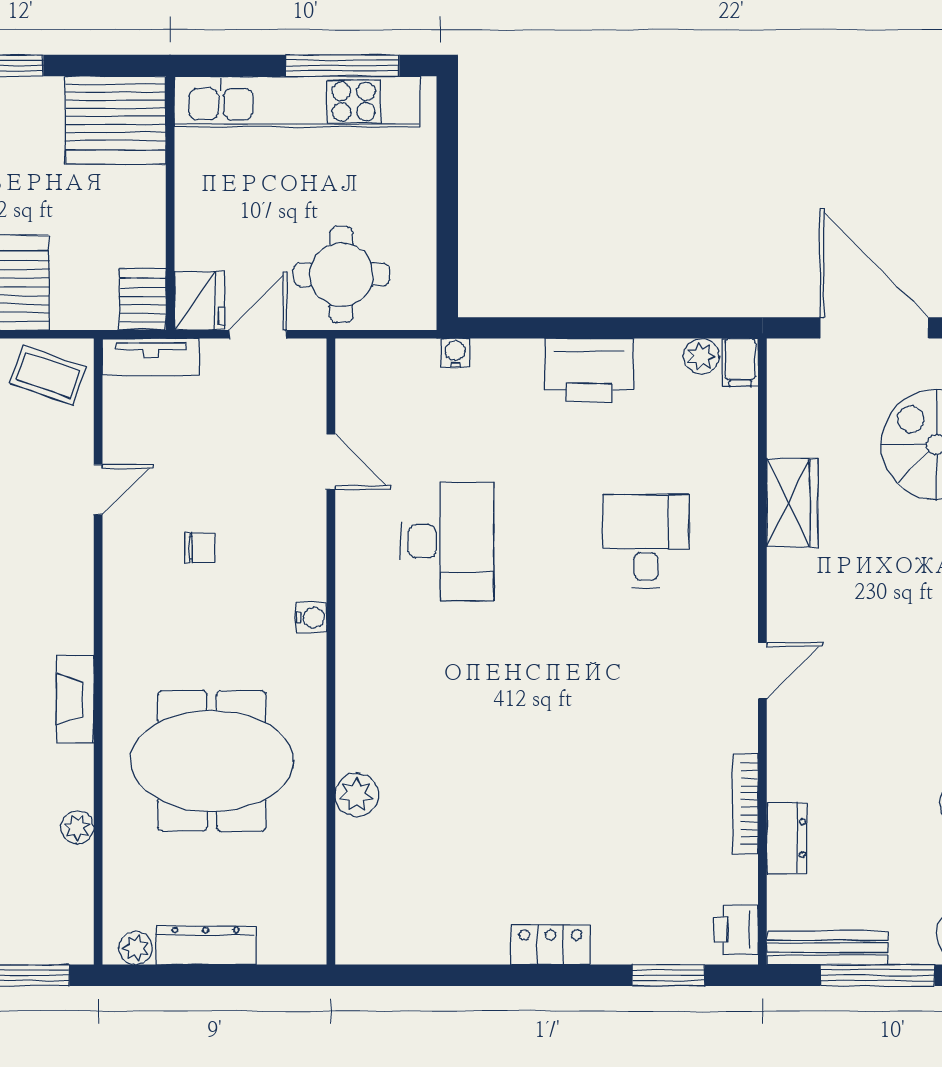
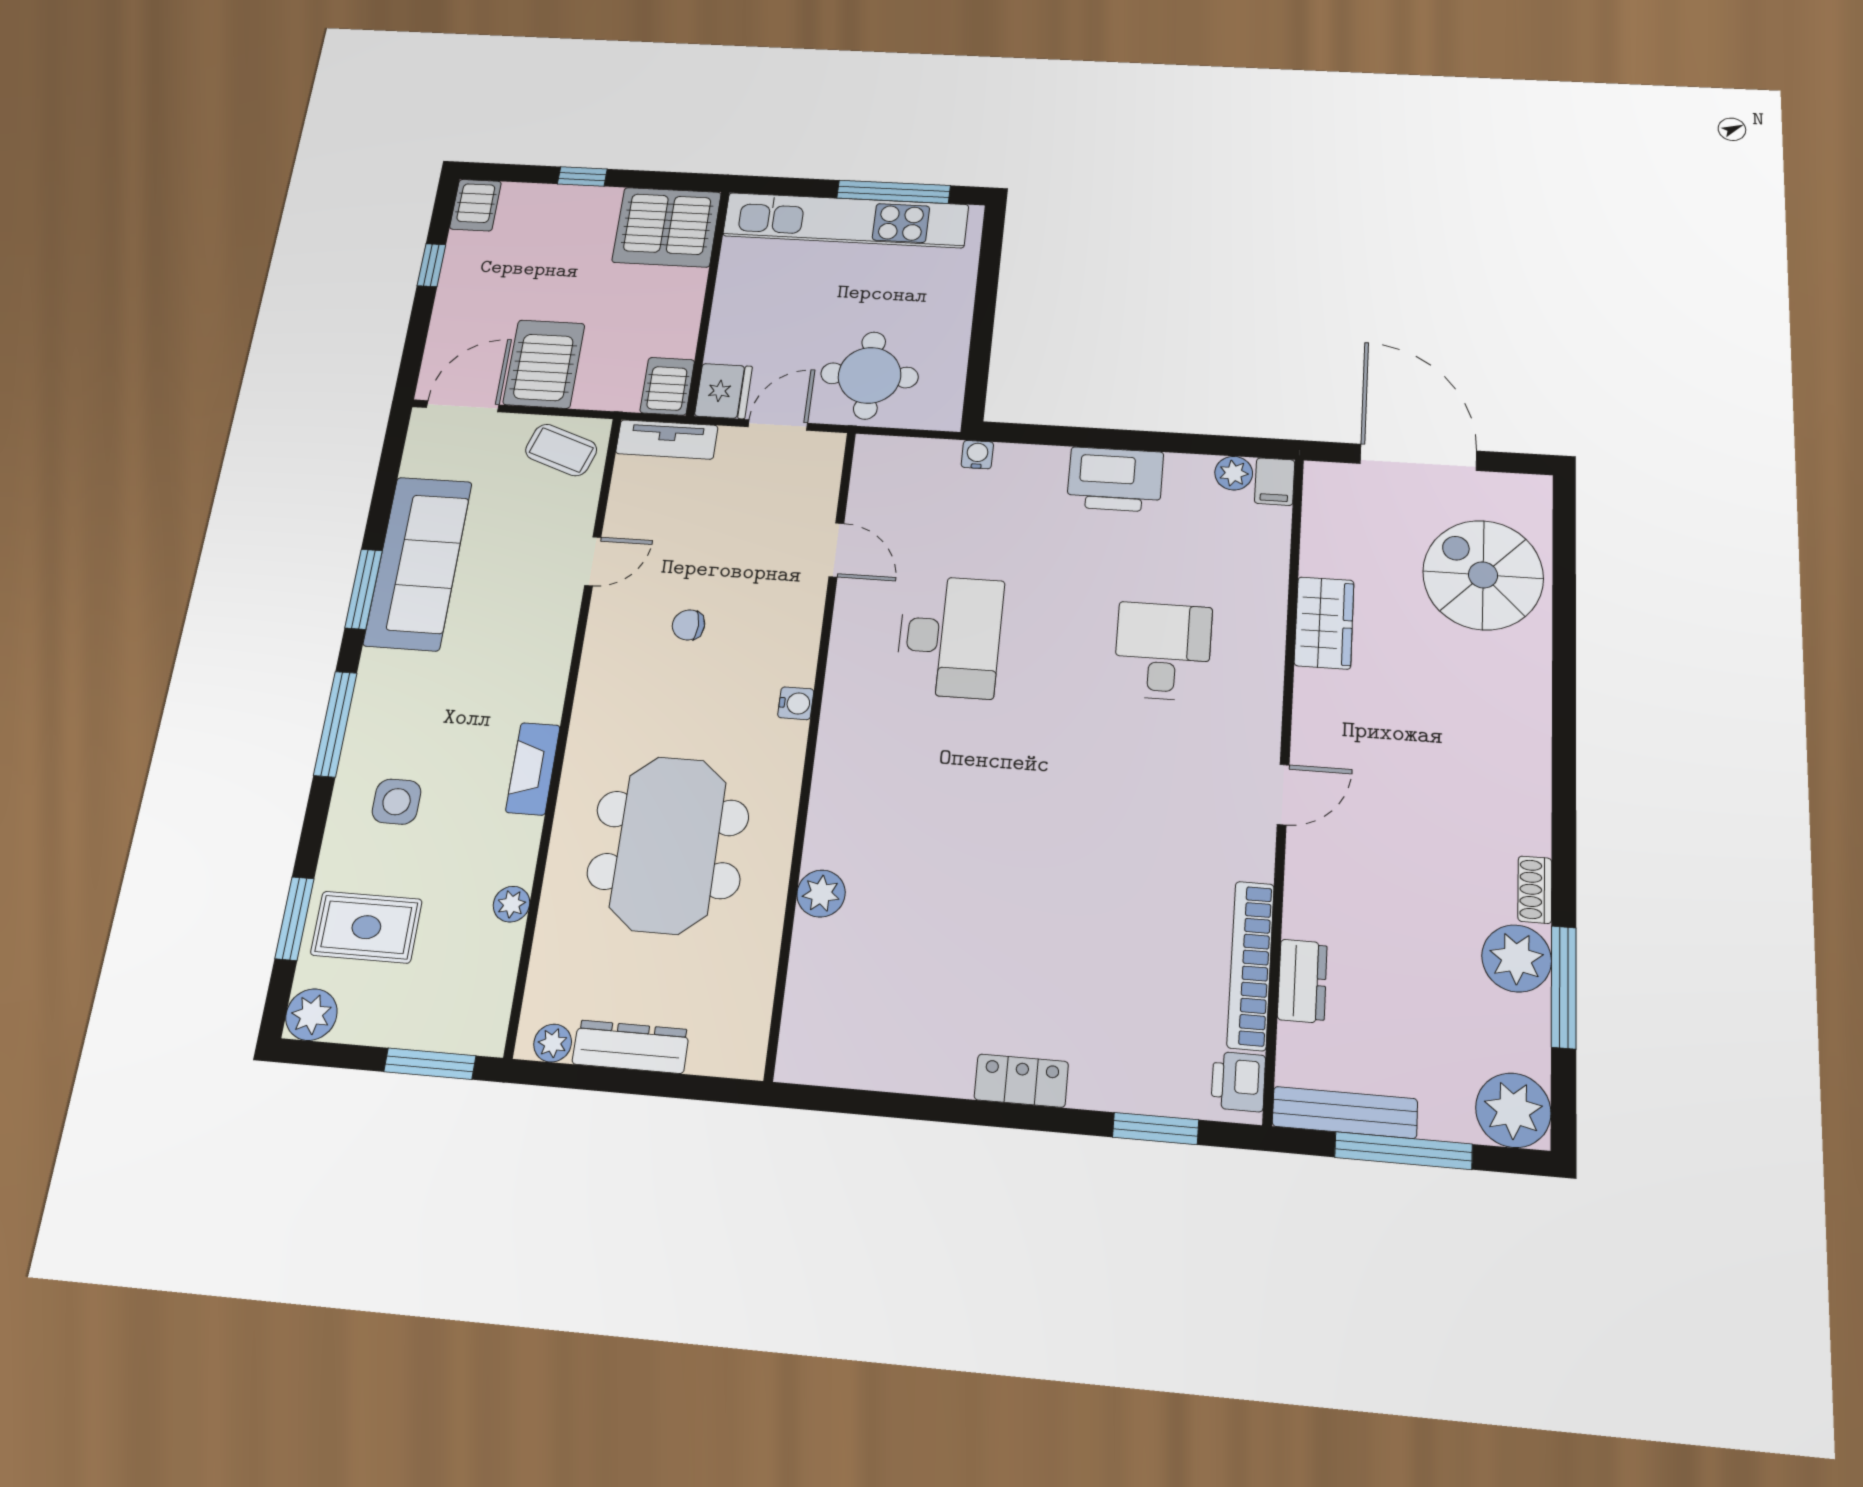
chair: (200, 548) -> (688, 625), turned 180
meeting table: (212, 761) -> (668, 845), turned 90
bookcase: (745, 804) -> (1251, 965), width x1.48, depth x1.31

